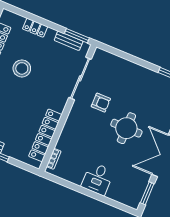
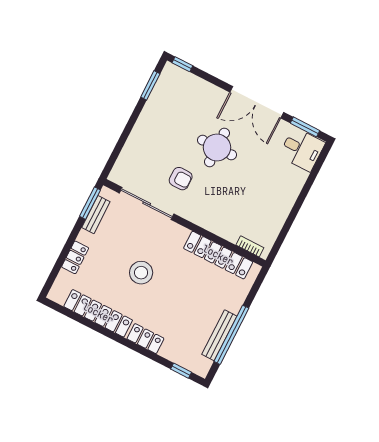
stool: (22, 68) -> (141, 273), moved
armchair: (101, 103) -> (181, 179), turned 90
desk: (98, 179) -> (302, 149), moved

